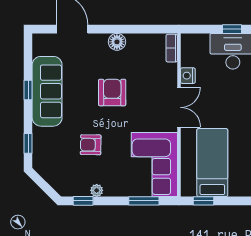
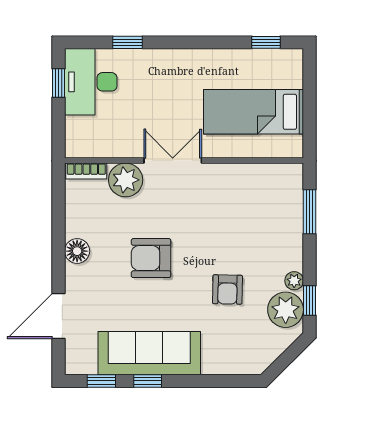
plant: (166, 75) -> (126, 180), added
nightstand: (188, 76) -> (126, 147), removed
window: (28, 143) -> (101, 381), moved
corner sofa: (154, 165) -> (256, 197), removed
plant: (77, 185) -> (286, 310), added
window: (204, 201) -> (309, 125), removed

